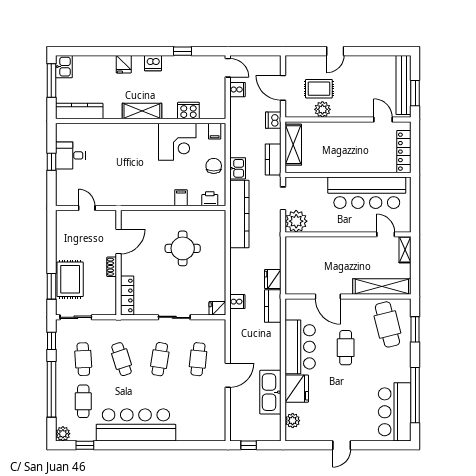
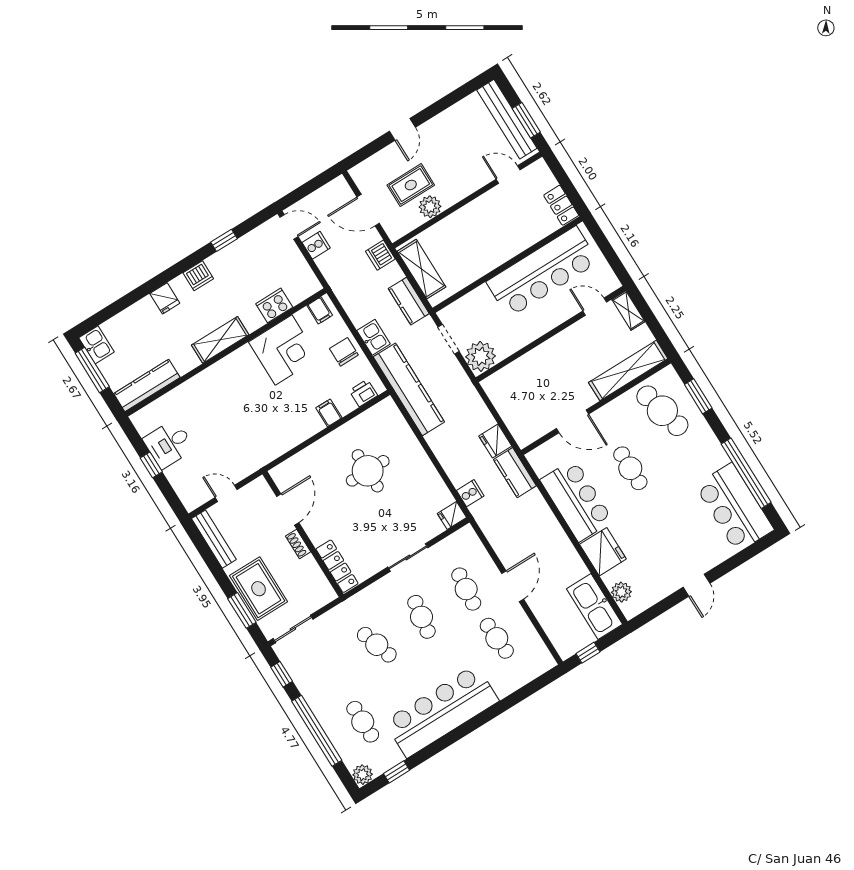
locker: (404, 152) -> (561, 205), width x0.66
bench: (62, 231) -> (214, 539), added
cafe table: (83, 359) -> (497, 638), moved
kitchen sink: (270, 392) -> (595, 606), moved

